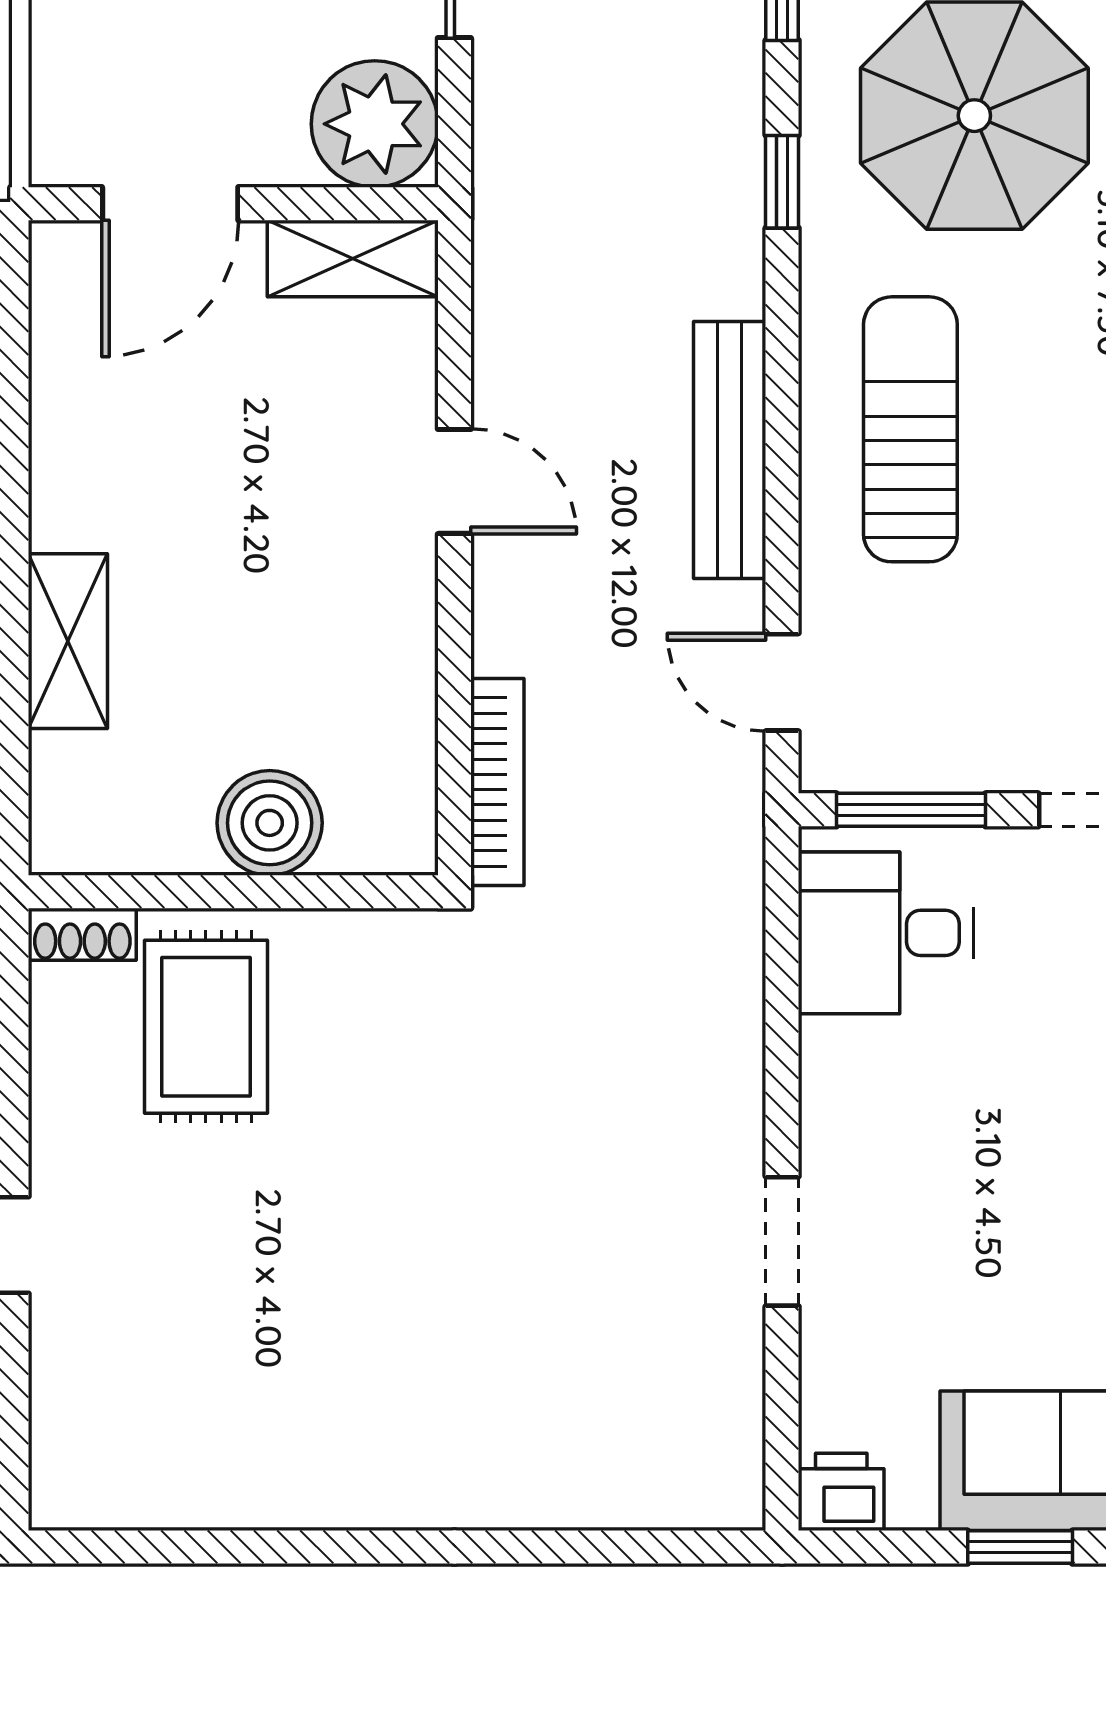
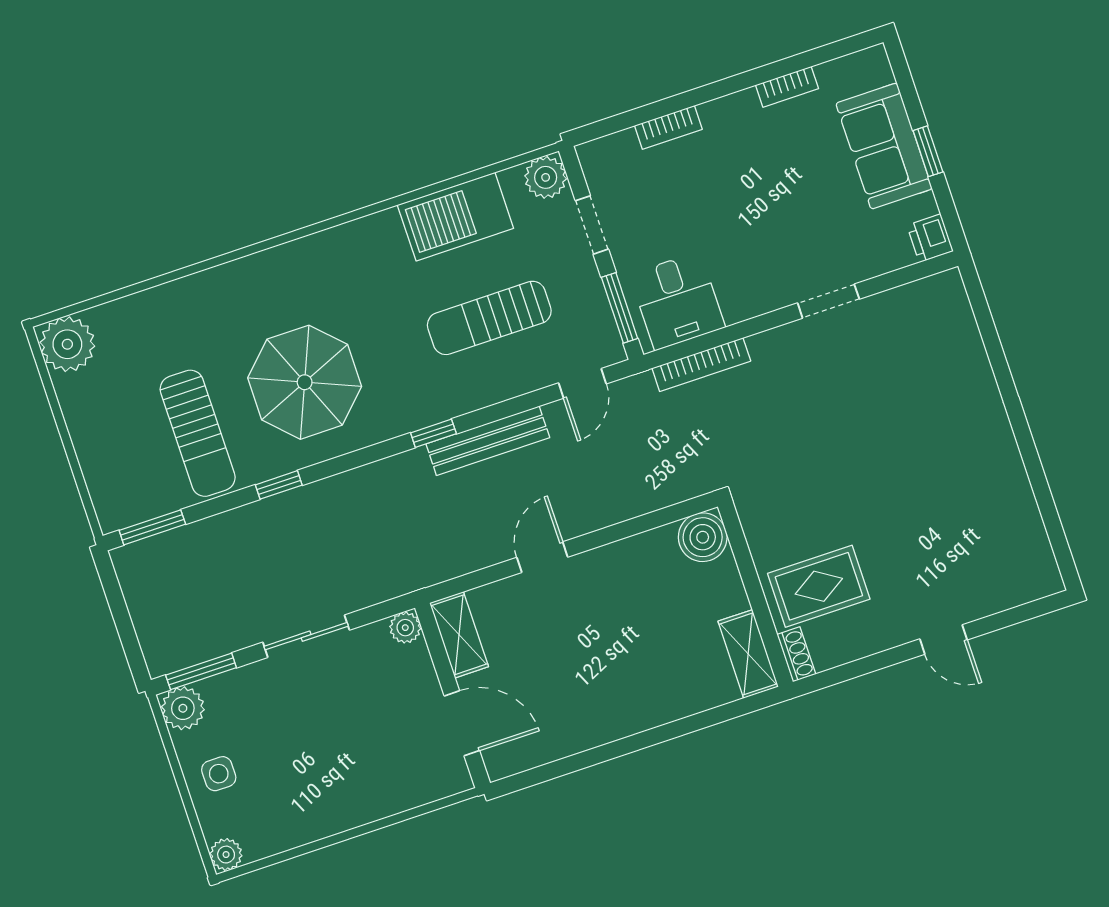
plant: (375, 124) -> (405, 628), width x0.53, depth x0.53
window: (782, 182) -> (433, 433), moved
sun lounger: (910, 429) -> (489, 318), moved
shelving: (68, 641) -> (748, 654), moved, turned 90
bookcase: (497, 782) -> (701, 365), moved, turned 180
boiler: (270, 823) -> (703, 537), moved

